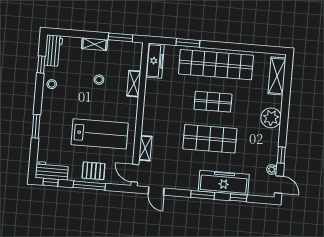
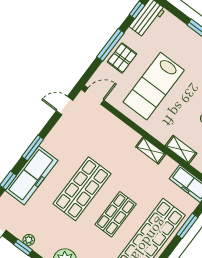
shelving: (145, 148) -> (151, 150), moved
plant: (272, 169) -> (29, 240), moved

